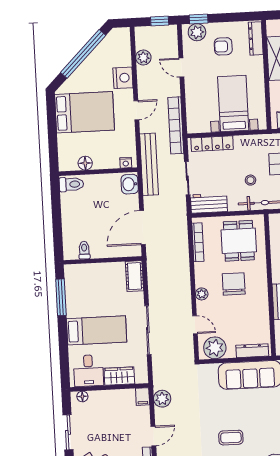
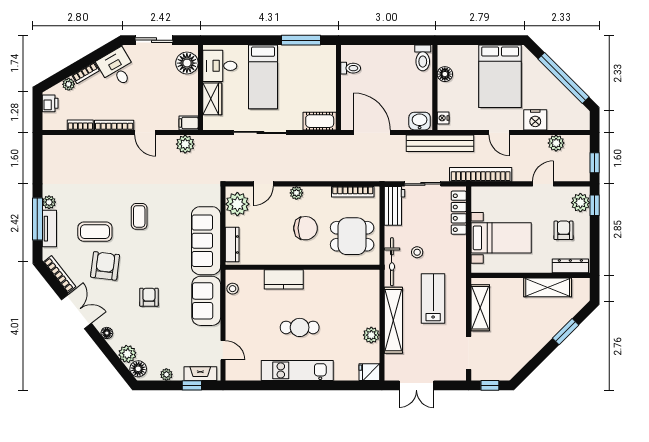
floor lamp: (82, 396) -> (187, 63), width x1.89, depth x1.89

